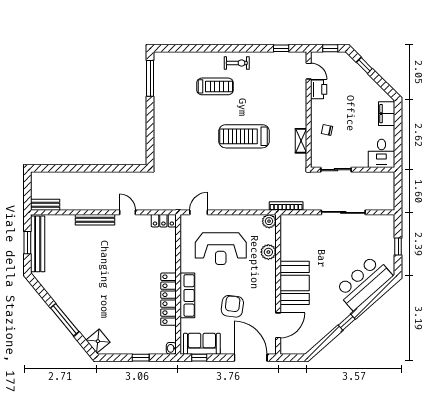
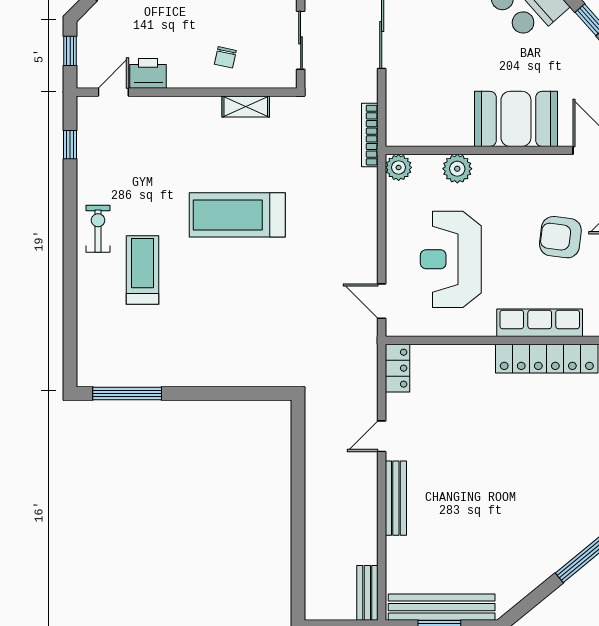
treadmill: (244, 136) -> (237, 215), turned 90
reception desk: (221, 249) -> (451, 259), turned 180

